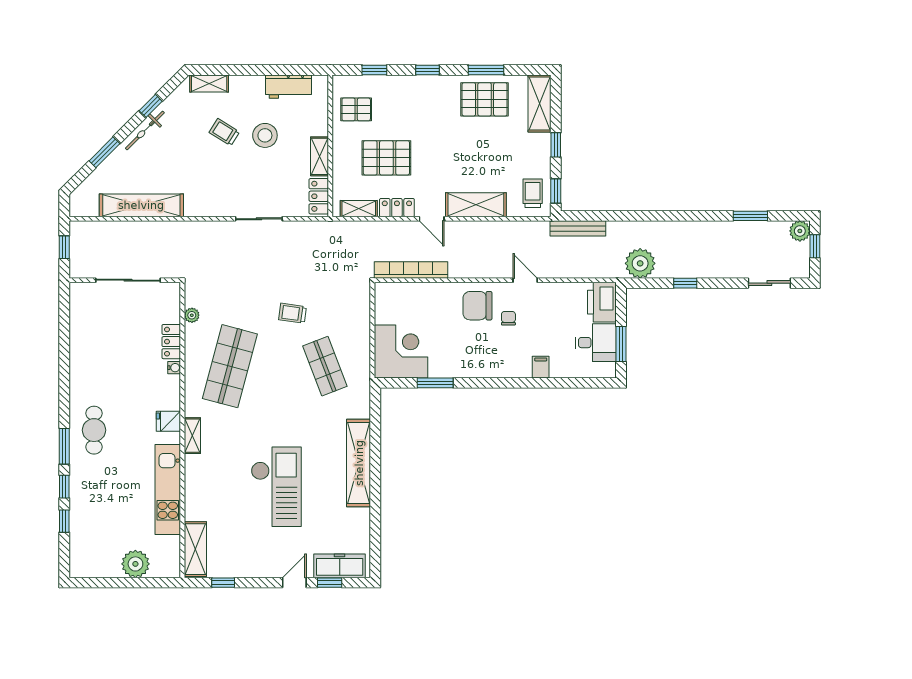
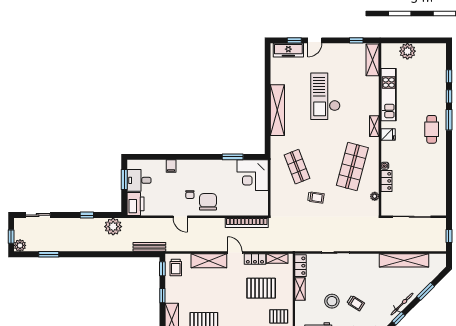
chair: (477, 306) -> (208, 202), turned -90

